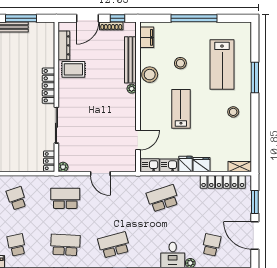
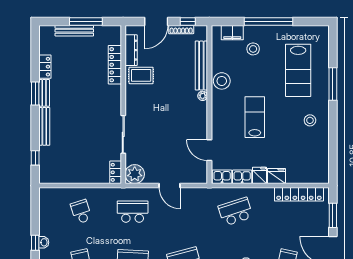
filing cabinet: (147, 37) -> (232, 33), moved, turned 90
stool: (180, 63) -> (253, 49), moved
locker: (49, 86) -> (115, 65), moved
door: (138, 140) -> (209, 150), swing flipped
plant: (63, 167) -> (135, 174), width x1.88, depth x1.88
shelving: (240, 167) -> (317, 178), removed

